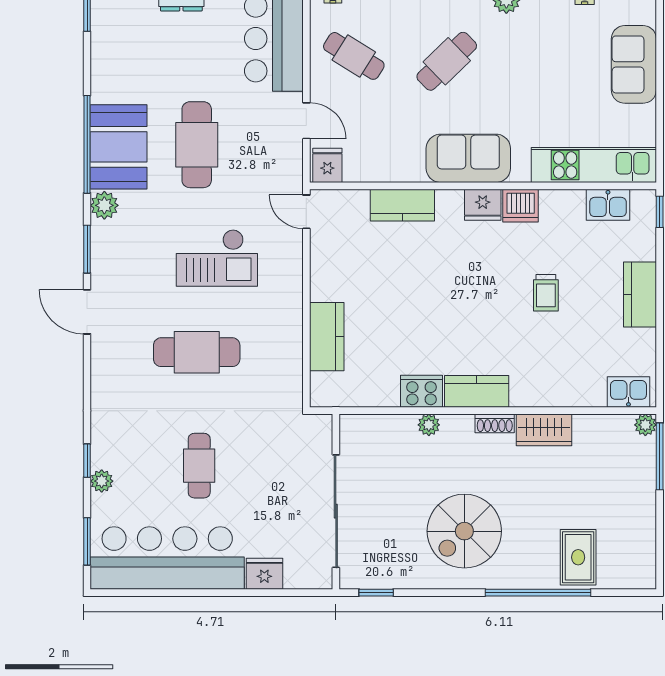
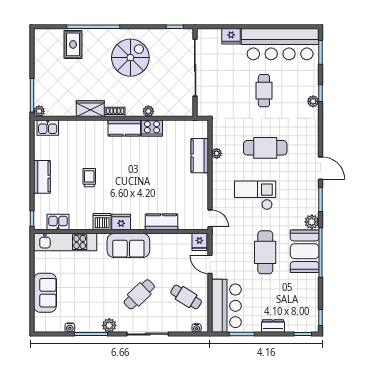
plant: (293, 341) -> (217, 153), added
plant: (102, 481) -> (313, 101), moved

